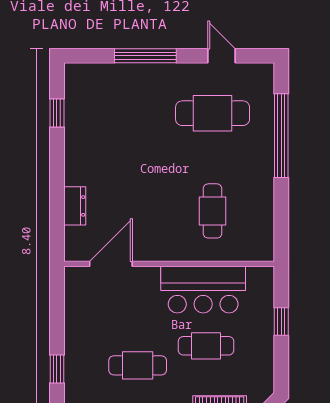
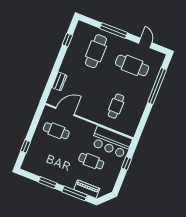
cafe table: (126, 113) -> (96, 51), added
bar counter: (203, 290) -> (111, 142), moved
cafe table: (138, 365) -> (56, 131), moved

